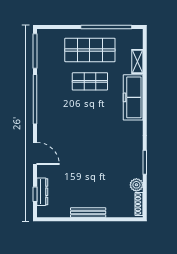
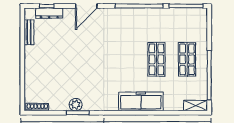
shop shelf: (90, 50) -> (187, 59), width x0.70, depth x0.74
shelving: (137, 61) -> (196, 106), moved
plant: (136, 185) -> (76, 105), moved
bench: (88, 213) -> (29, 32), moved, width x0.73

